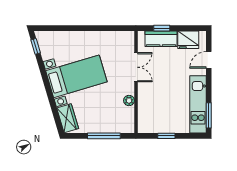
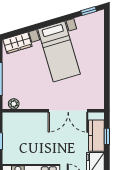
double door: (136, 67) -> (68, 111), width x1.37
plant: (129, 100) -> (14, 104), moved

